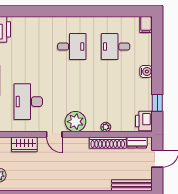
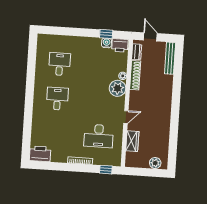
filing cabinet: (146, 25) -> (44, 39), removed
desk: (115, 47) -> (60, 64), turned 180
water cooler: (146, 71) -> (107, 43), moved
plant: (75, 122) -> (118, 88), moved

